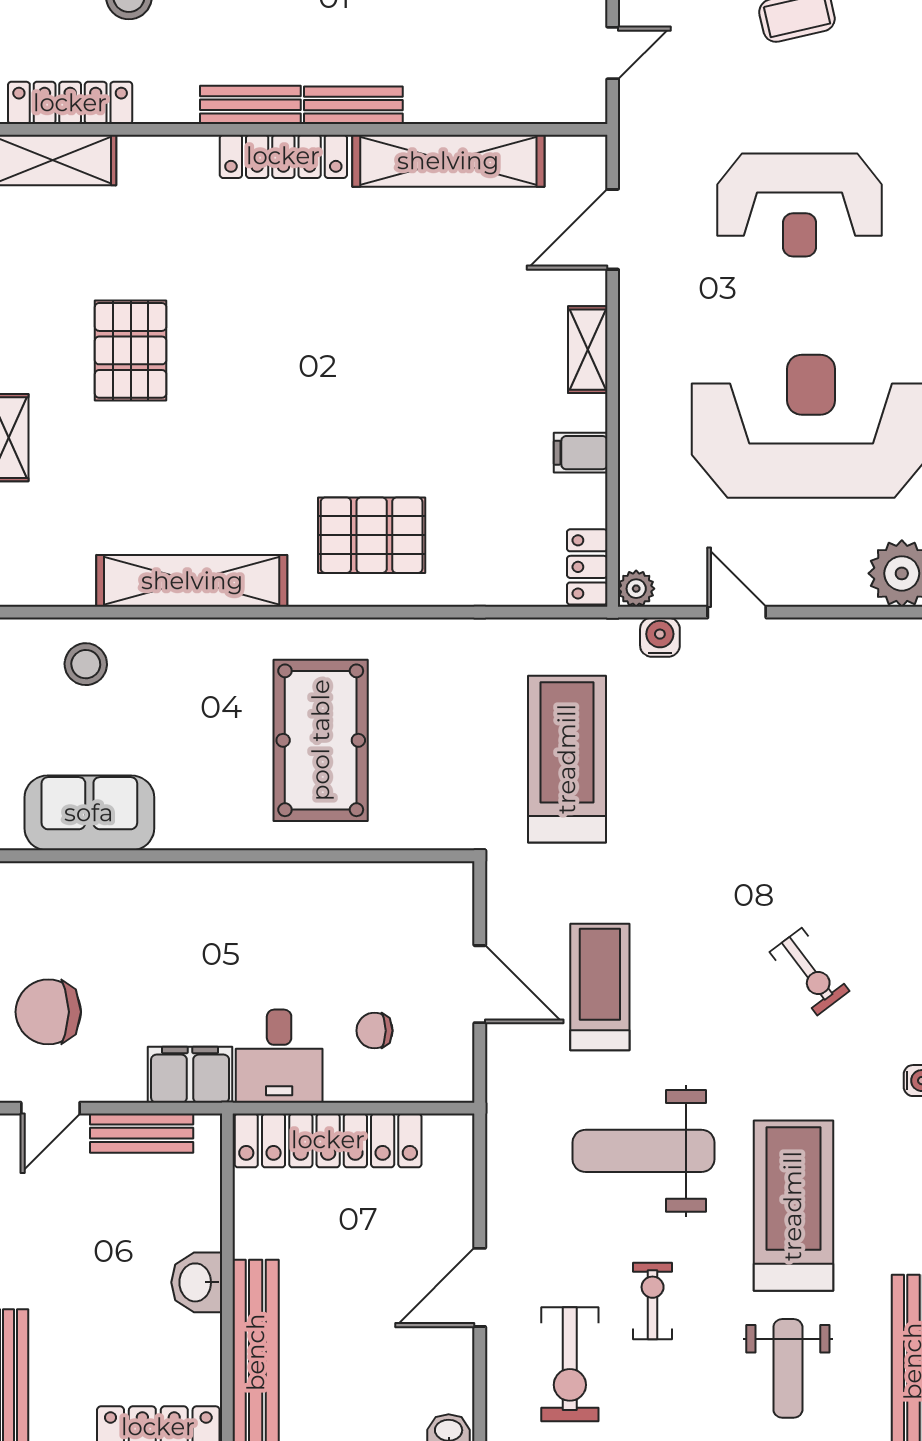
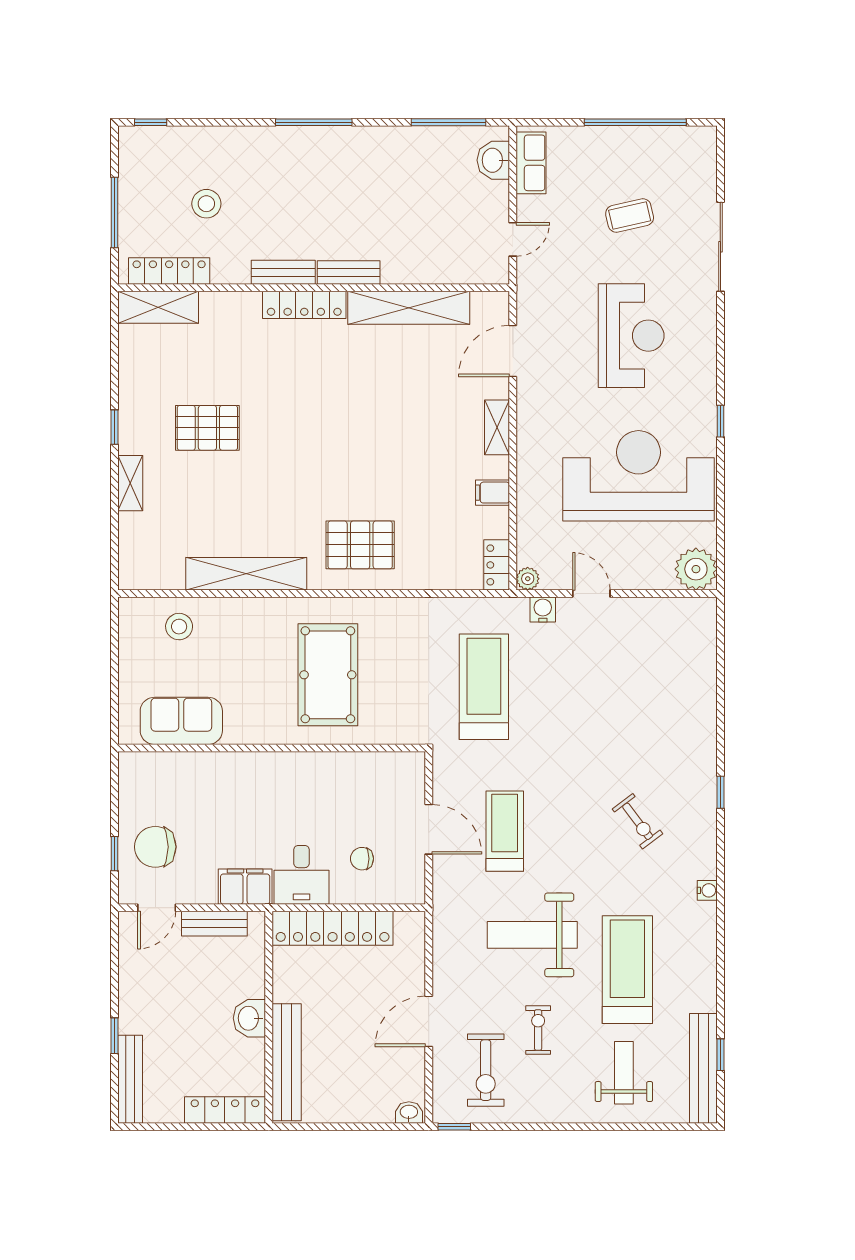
reception desk: (800, 205) -> (631, 336), turned -90
pallet: (131, 350) -> (207, 428), turned 90
weight bench: (788, 1368) -> (624, 1073), turned 180

